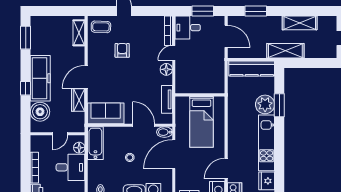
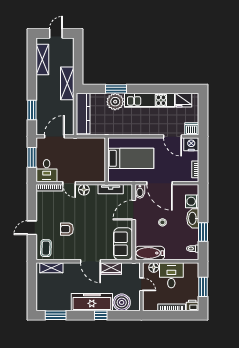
shelving: (300, 23) -> (42, 60), moved

